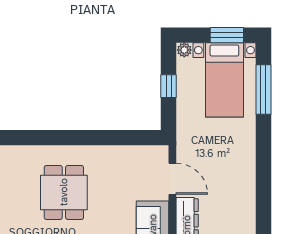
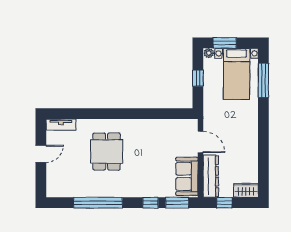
window: (227, 35) -> (225, 43), moved
dining table: (64, 192) -> (107, 152), moved

